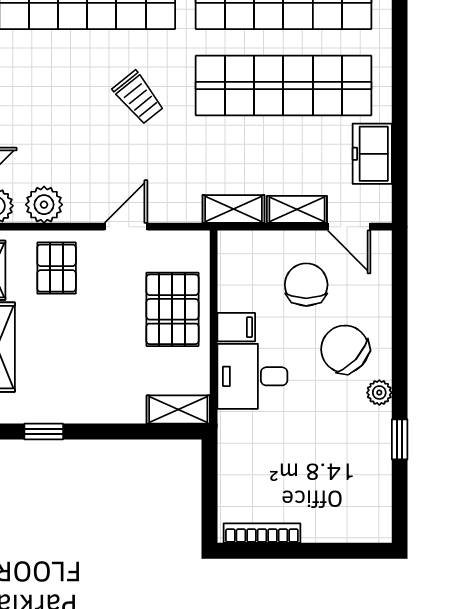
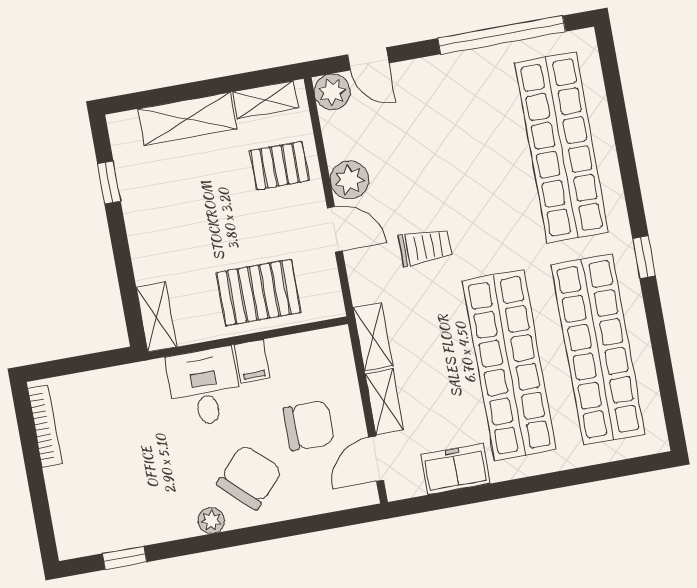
trolley: (138, 98) -> (425, 247), moved, turned -141
plant: (44, 205) -> (349, 180), moved
window: (400, 439) -> (124, 558), moved

